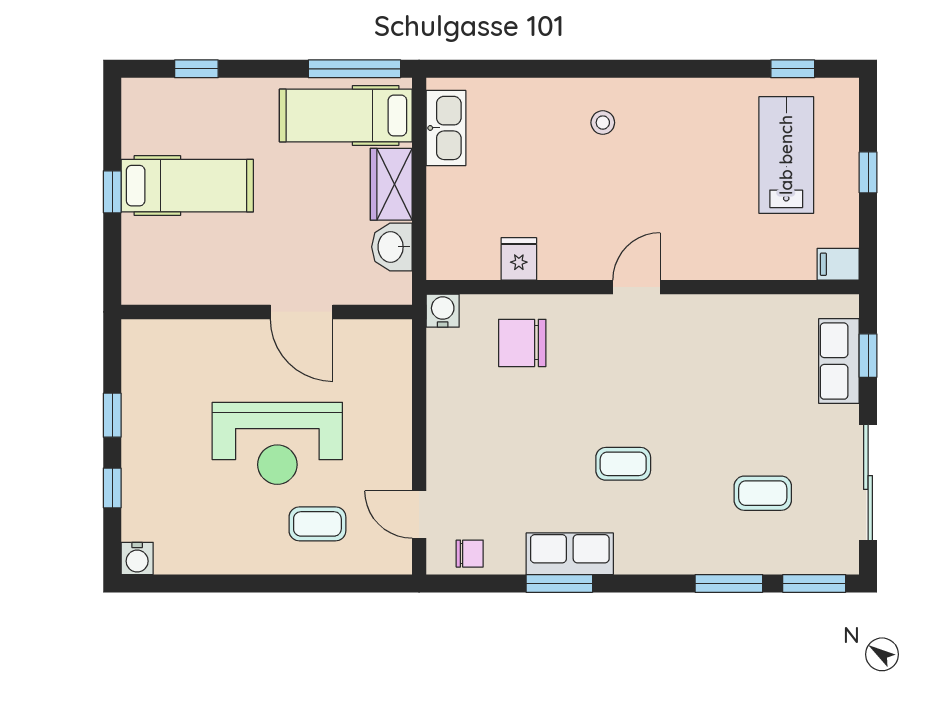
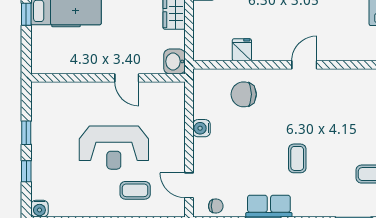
washbasin: (392, 247) -> (175, 61), moved
water cooler: (443, 311) -> (202, 128), moved, turned -90
door: (302, 312) -> (127, 78), width x0.73
coffee table: (623, 464) -> (297, 158), turned 90

